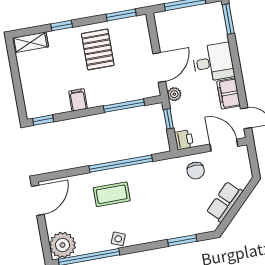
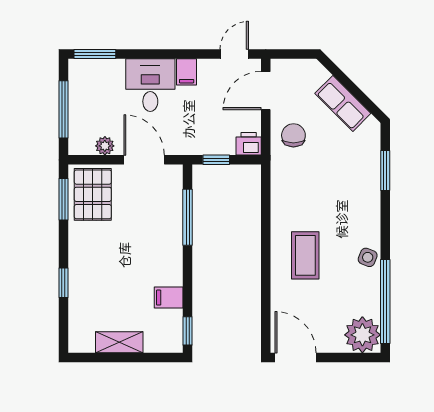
shelving: (30, 42) -> (119, 342), moved, turned 90
pallet: (98, 49) -> (93, 194), moved, turned 90
plant: (174, 94) -> (105, 146), moved
filing cabinet: (228, 94) -> (187, 72), width x0.50
filing cabinet: (78, 100) -> (169, 298), moved
window: (121, 164) -> (266, 236), removed
chair: (196, 171) -> (293, 135), turned -90

